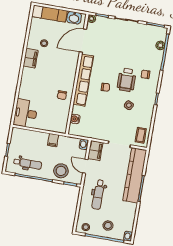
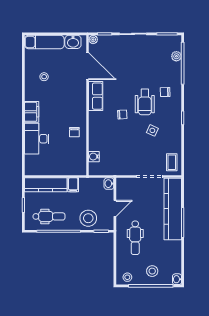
door: (83, 41) -> (88, 66), swing flipped
filing cabinet: (31, 58) -> (32, 112), moved
row of seats: (83, 80) -> (96, 96), width x0.50
desk: (26, 113) -> (37, 139), moved
kitchen counter: (30, 136) -> (46, 185), added
filing cabinet: (95, 151) -> (123, 188), removed
door: (85, 166) -> (115, 208), swing flipped

